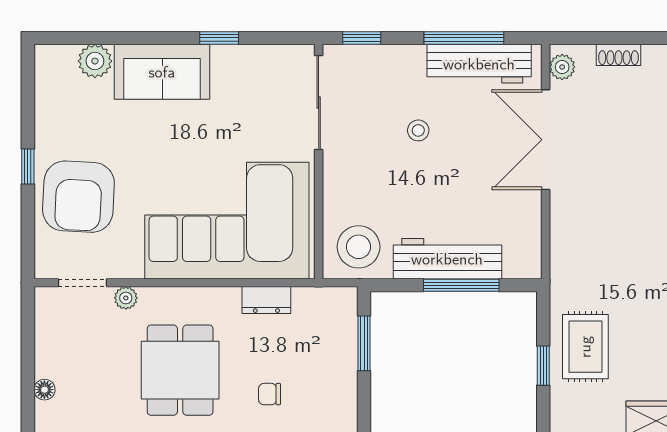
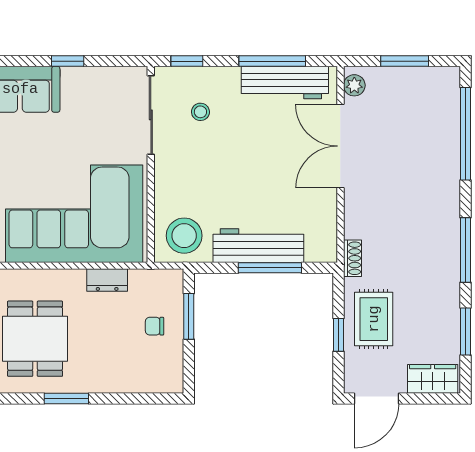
window: (622, 38) -> (405, 61), added
shoe rack: (619, 55) -> (353, 258), moved, turned -90
stool: (418, 130) -> (200, 112), moved
chair: (270, 394) -> (155, 326), moved

